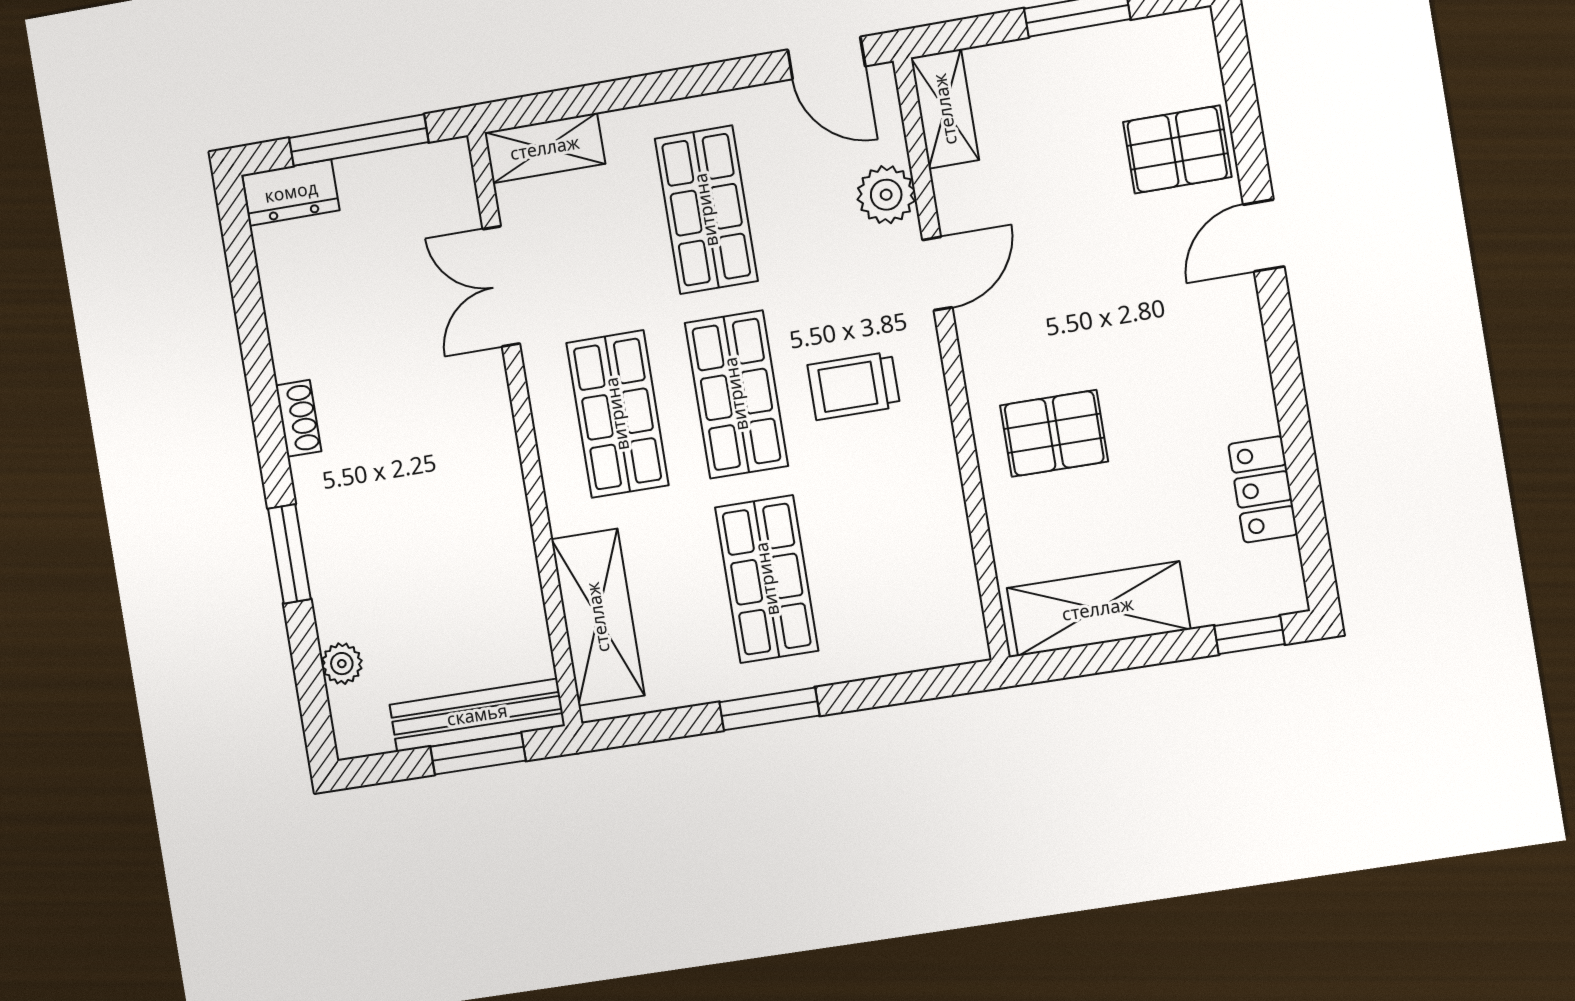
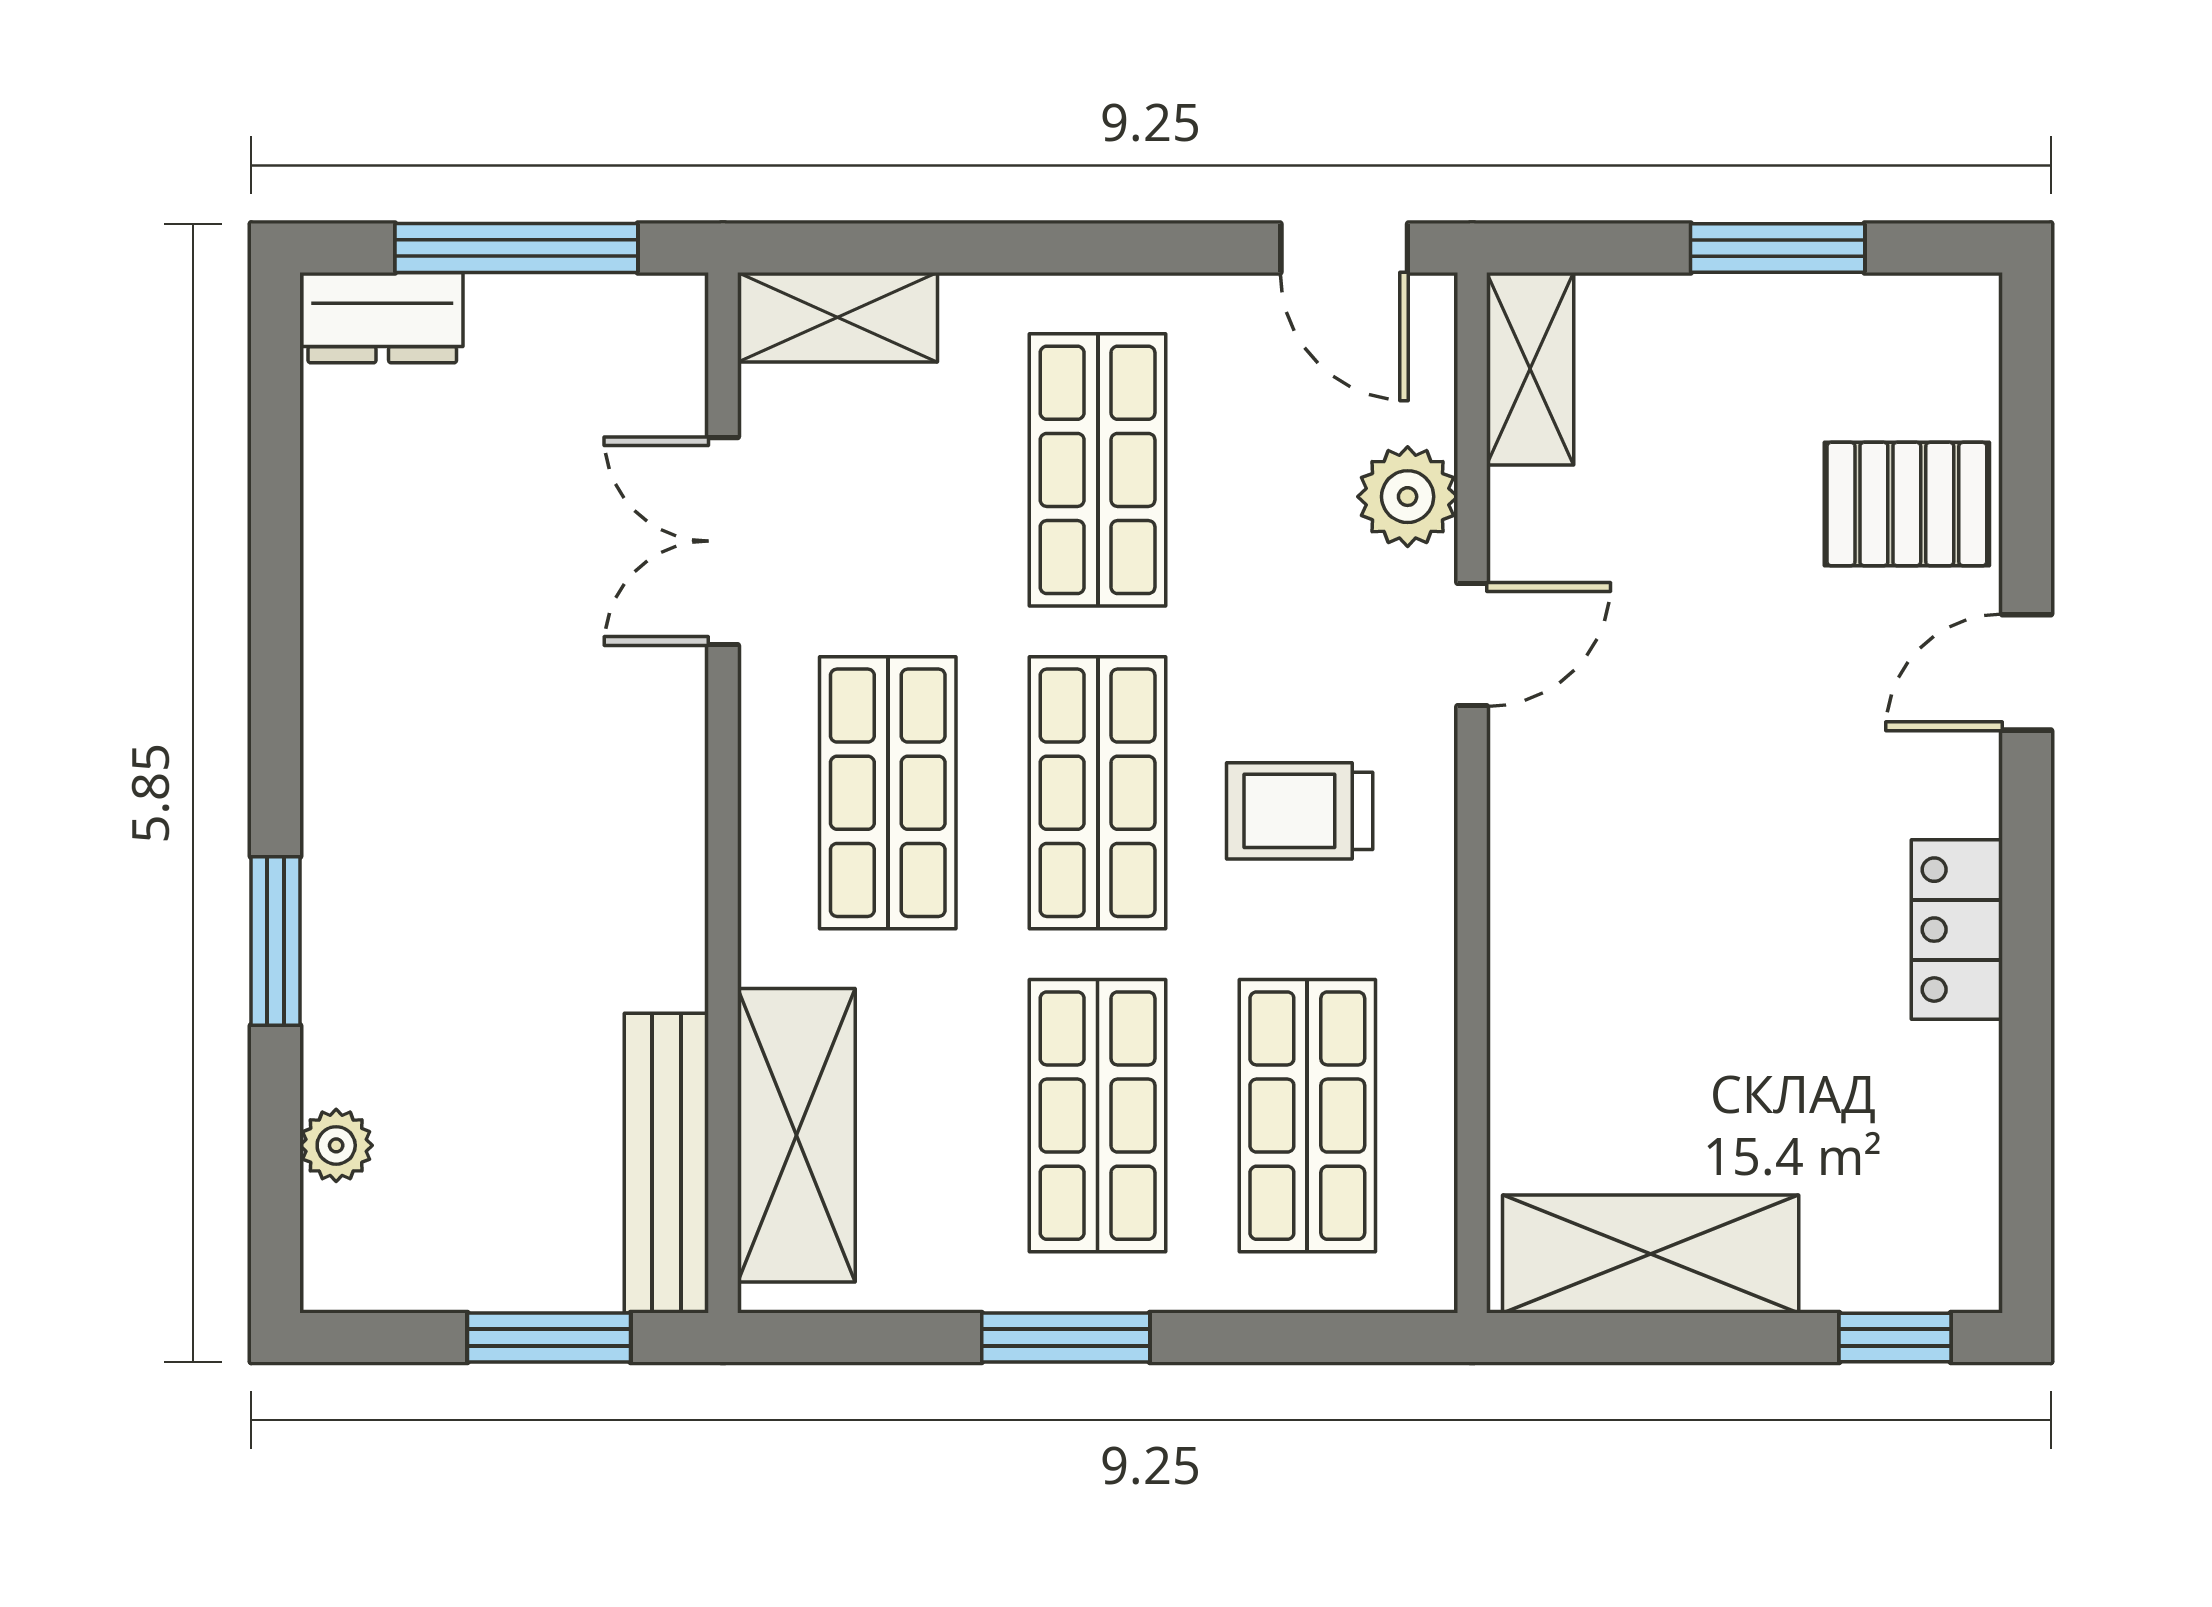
shoe rack: (298, 418) -> (331, 709), removed
pallet: (1054, 433) -> (1624, 947), removed
locker: (1263, 489) -> (1957, 930), moved
shop shelf: (887, 560) -> (1307, 1116), added
bench: (477, 715) -> (666, 1163), moved, turned 90

